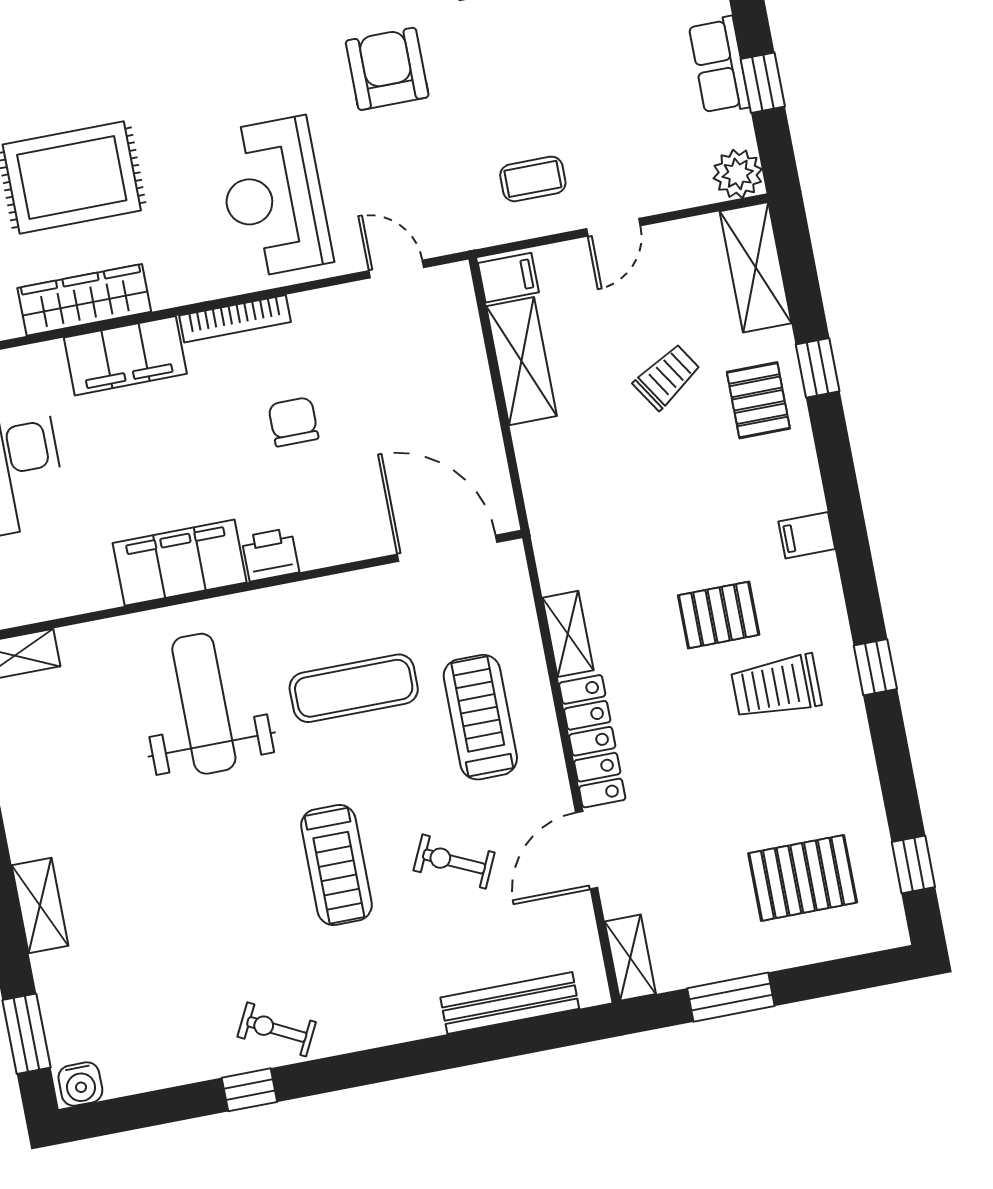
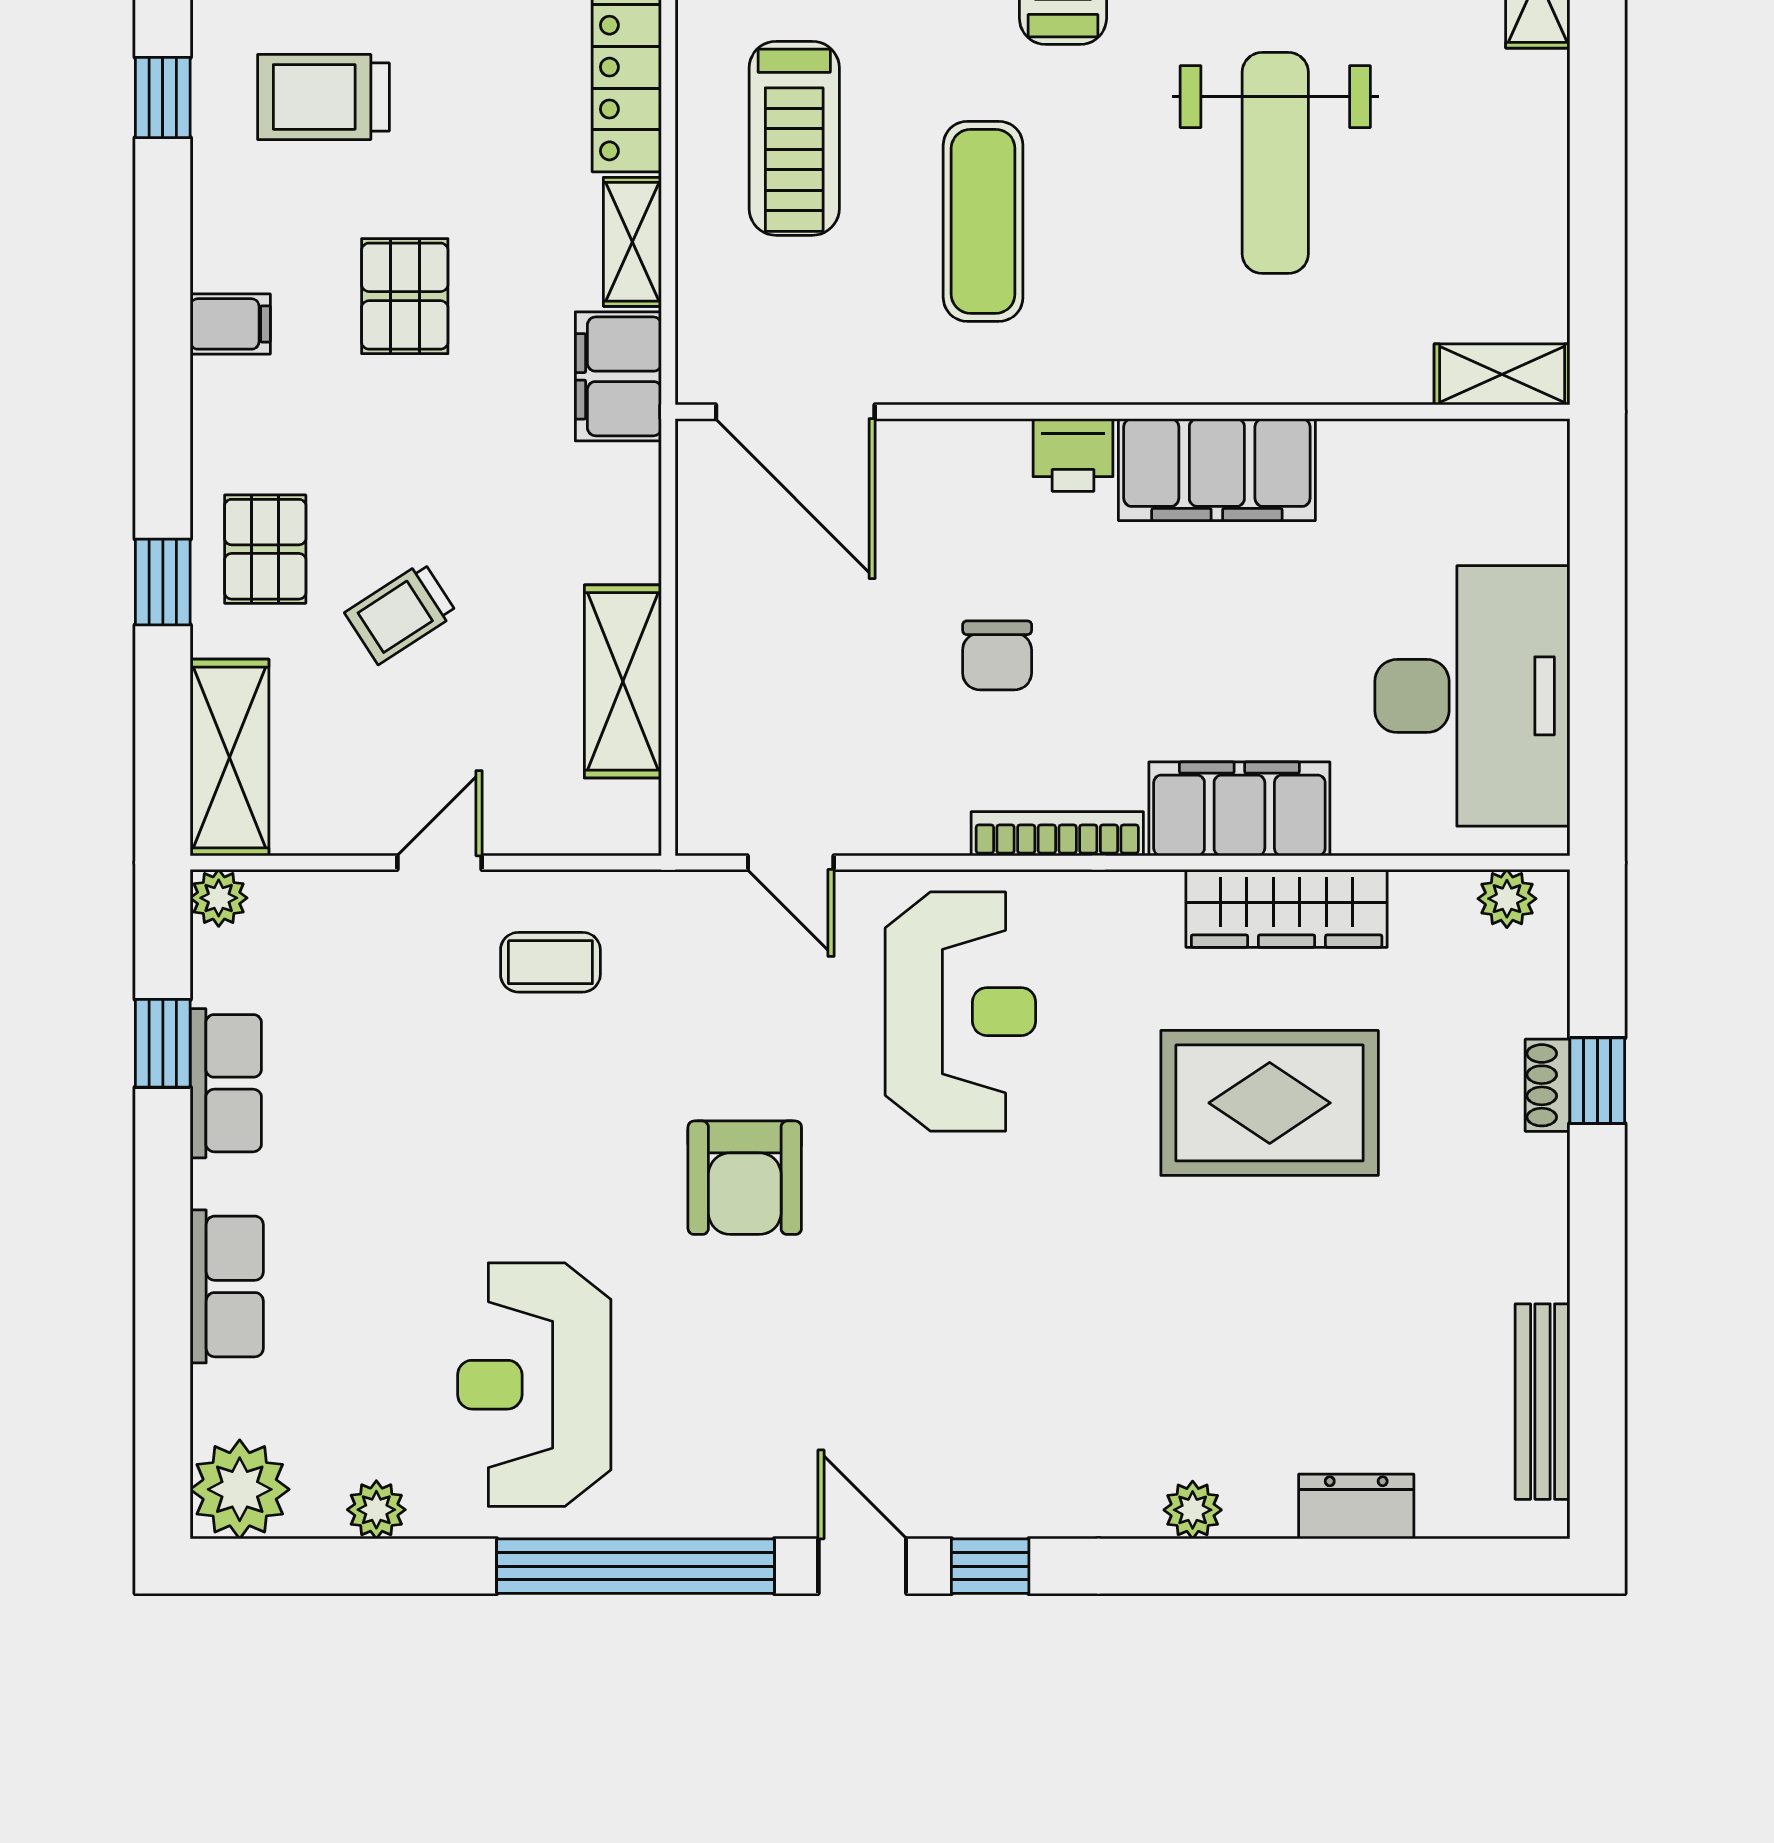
plant: (738, 174) -> (219, 898), width x0.73, depth x0.73
filing cabinet: (508, 278) -> (618, 376), moved, width x2.00
pallet: (719, 615) -> (405, 296), moved, turned 90
trolley: (776, 687) -> (323, 97), turned 180
exercise mat: (354, 688) -> (983, 221), turned 90
weight bench: (204, 704) -> (1275, 163), moved

